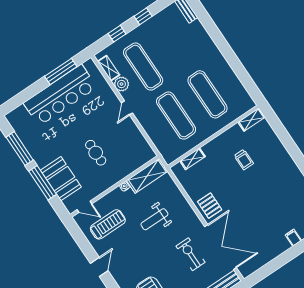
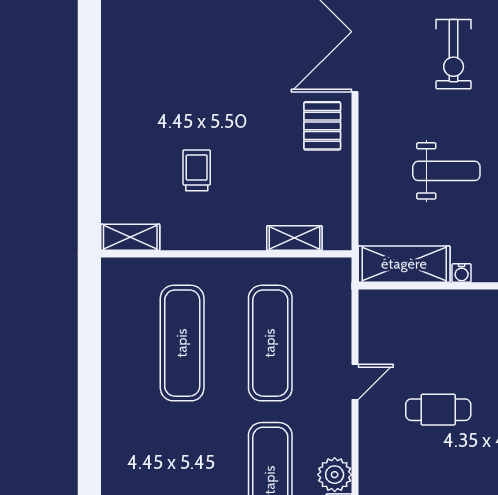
door: (127, 108) -> (355, 382), moved
cafe table: (96, 153) -> (438, 410), moved, turned 90
exercise bike: (191, 254) -> (454, 54), moved

